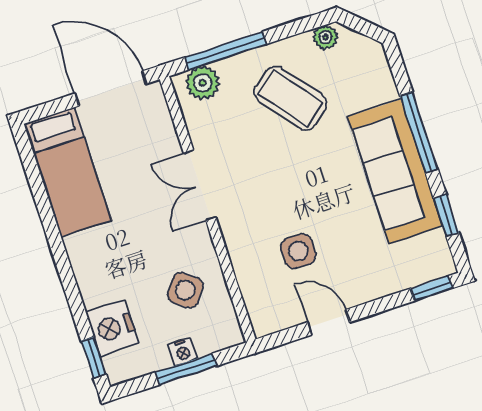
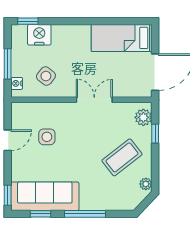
window: (226, 51) -> (155, 134), width x0.46
sofa: (395, 171) -> (45, 196), moved
nightstand: (183, 351) -> (17, 83), moved

